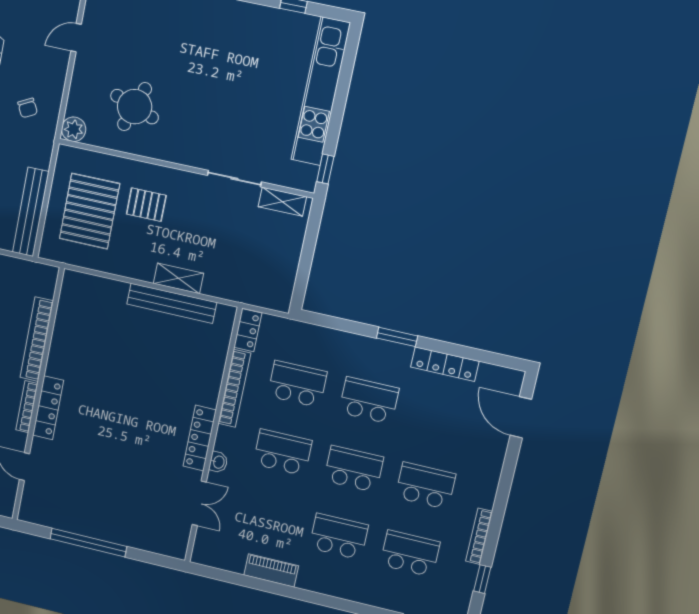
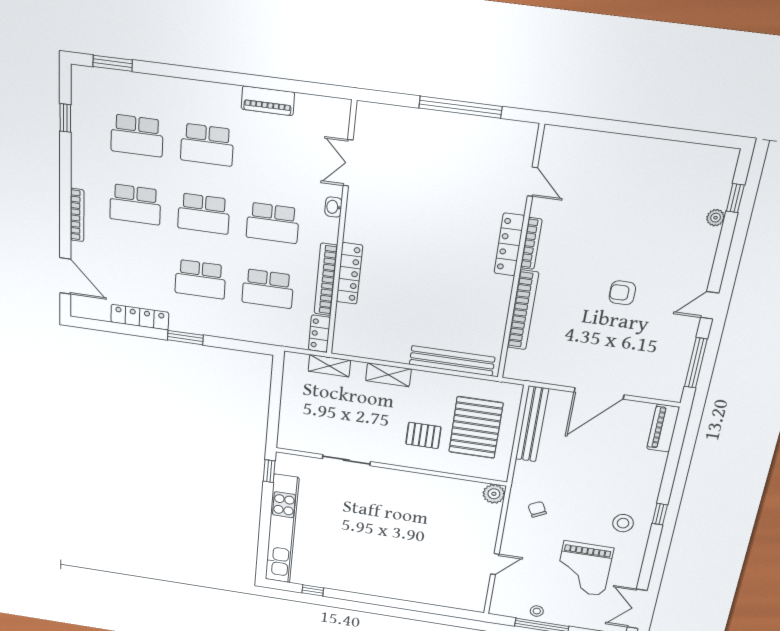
round table: (135, 107) -> (440, 513), removed
shelving: (282, 202) -> (329, 366), moved
bench: (172, 303) -> (452, 361), moved
locker: (200, 438) -> (349, 274), moved
bookcase: (479, 536) -> (77, 215), moved

